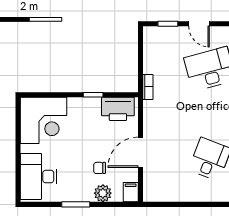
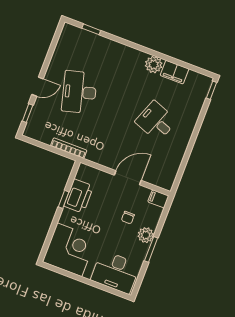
bookcase: (148, 87) -> (69, 148), width x1.56
printer: (118, 109) -> (79, 196), moved
door: (140, 152) -> (128, 178), swing flipped
plant: (103, 193) -> (146, 235), moved

